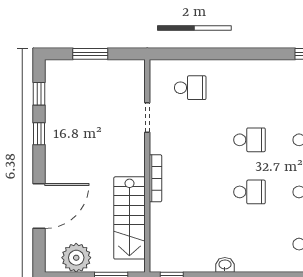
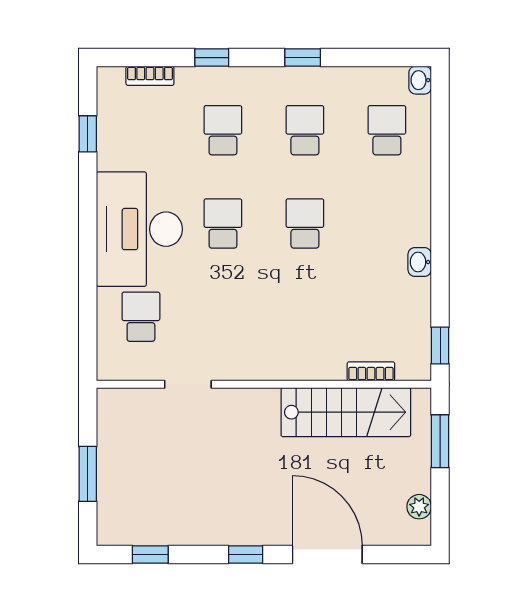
desk: (246, 87) -> (139, 229), added
window: (39, 134) -> (246, 555), moved
bookcase: (156, 178) -> (371, 371), moved, width x0.64
plant: (76, 258) -> (419, 507), width x0.53, depth x0.53

